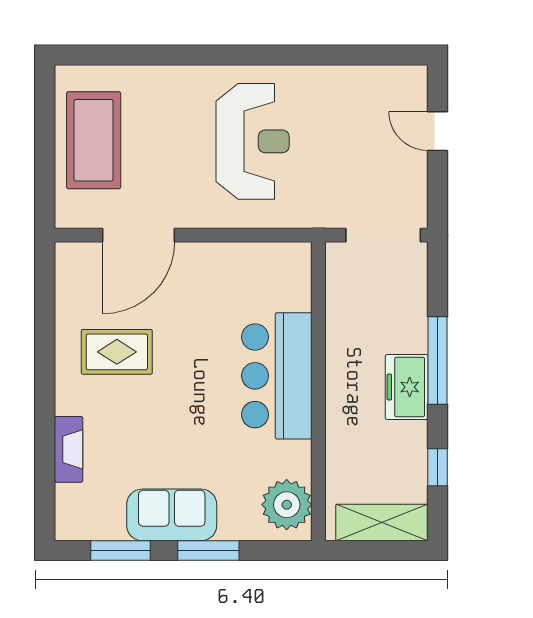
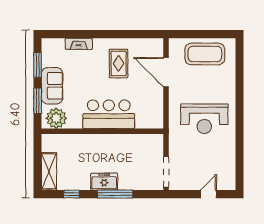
bar counter: (277, 376) -> (109, 114), moved
wall: (318, 391) -> (102, 131), moved
plant: (287, 505) -> (56, 118), moved

